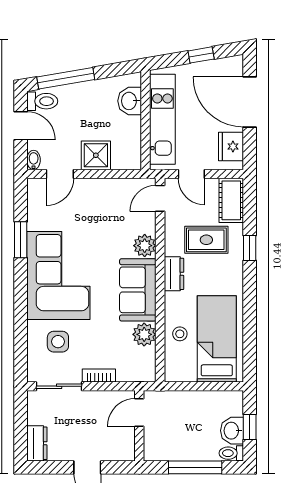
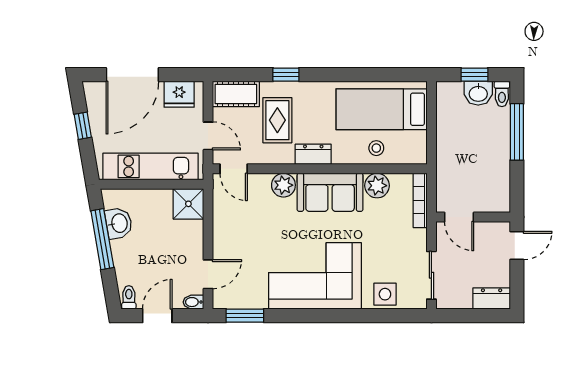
window: (66, 78) -> (102, 239), moved
toilet: (42, 101) -> (129, 297), width x0.73, depth x0.72
washbasin: (130, 101) -> (119, 223), moved, turned -100
shower: (96, 155) -> (188, 204), moved
door: (60, 174) -> (208, 274), hinge flipped
door: (191, 174) -> (208, 136), hinge flipped
window: (21, 240) -> (245, 316), moved
side table: (58, 342) -> (385, 294), moved
bookcase: (99, 375) -> (420, 200), moved, width x1.56
door: (139, 412) -> (459, 217), moved
wall: (139, 426) -> (473, 217), moved

